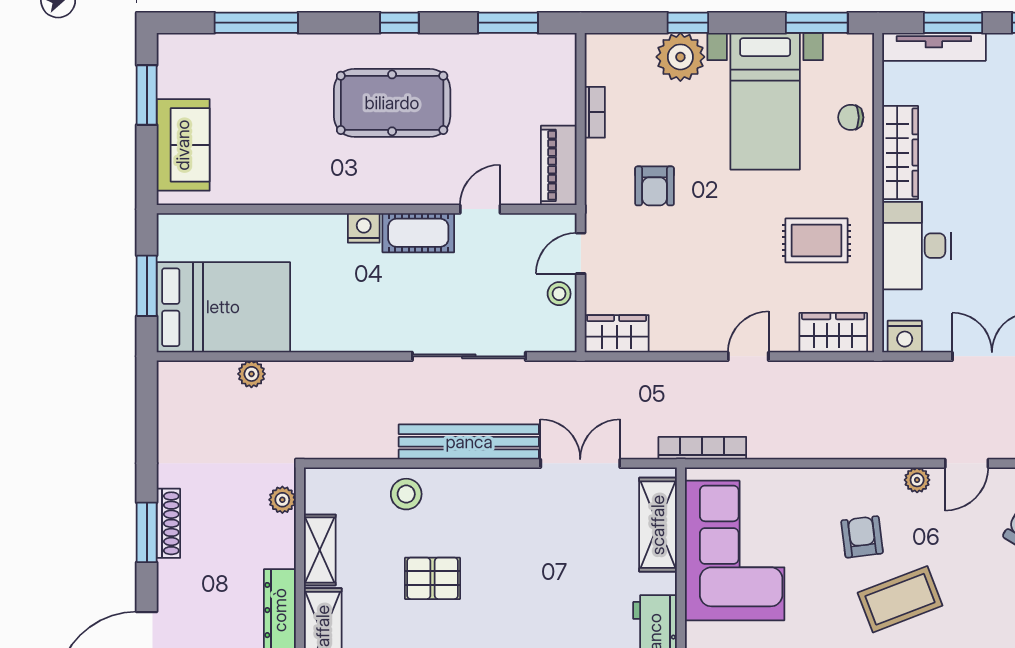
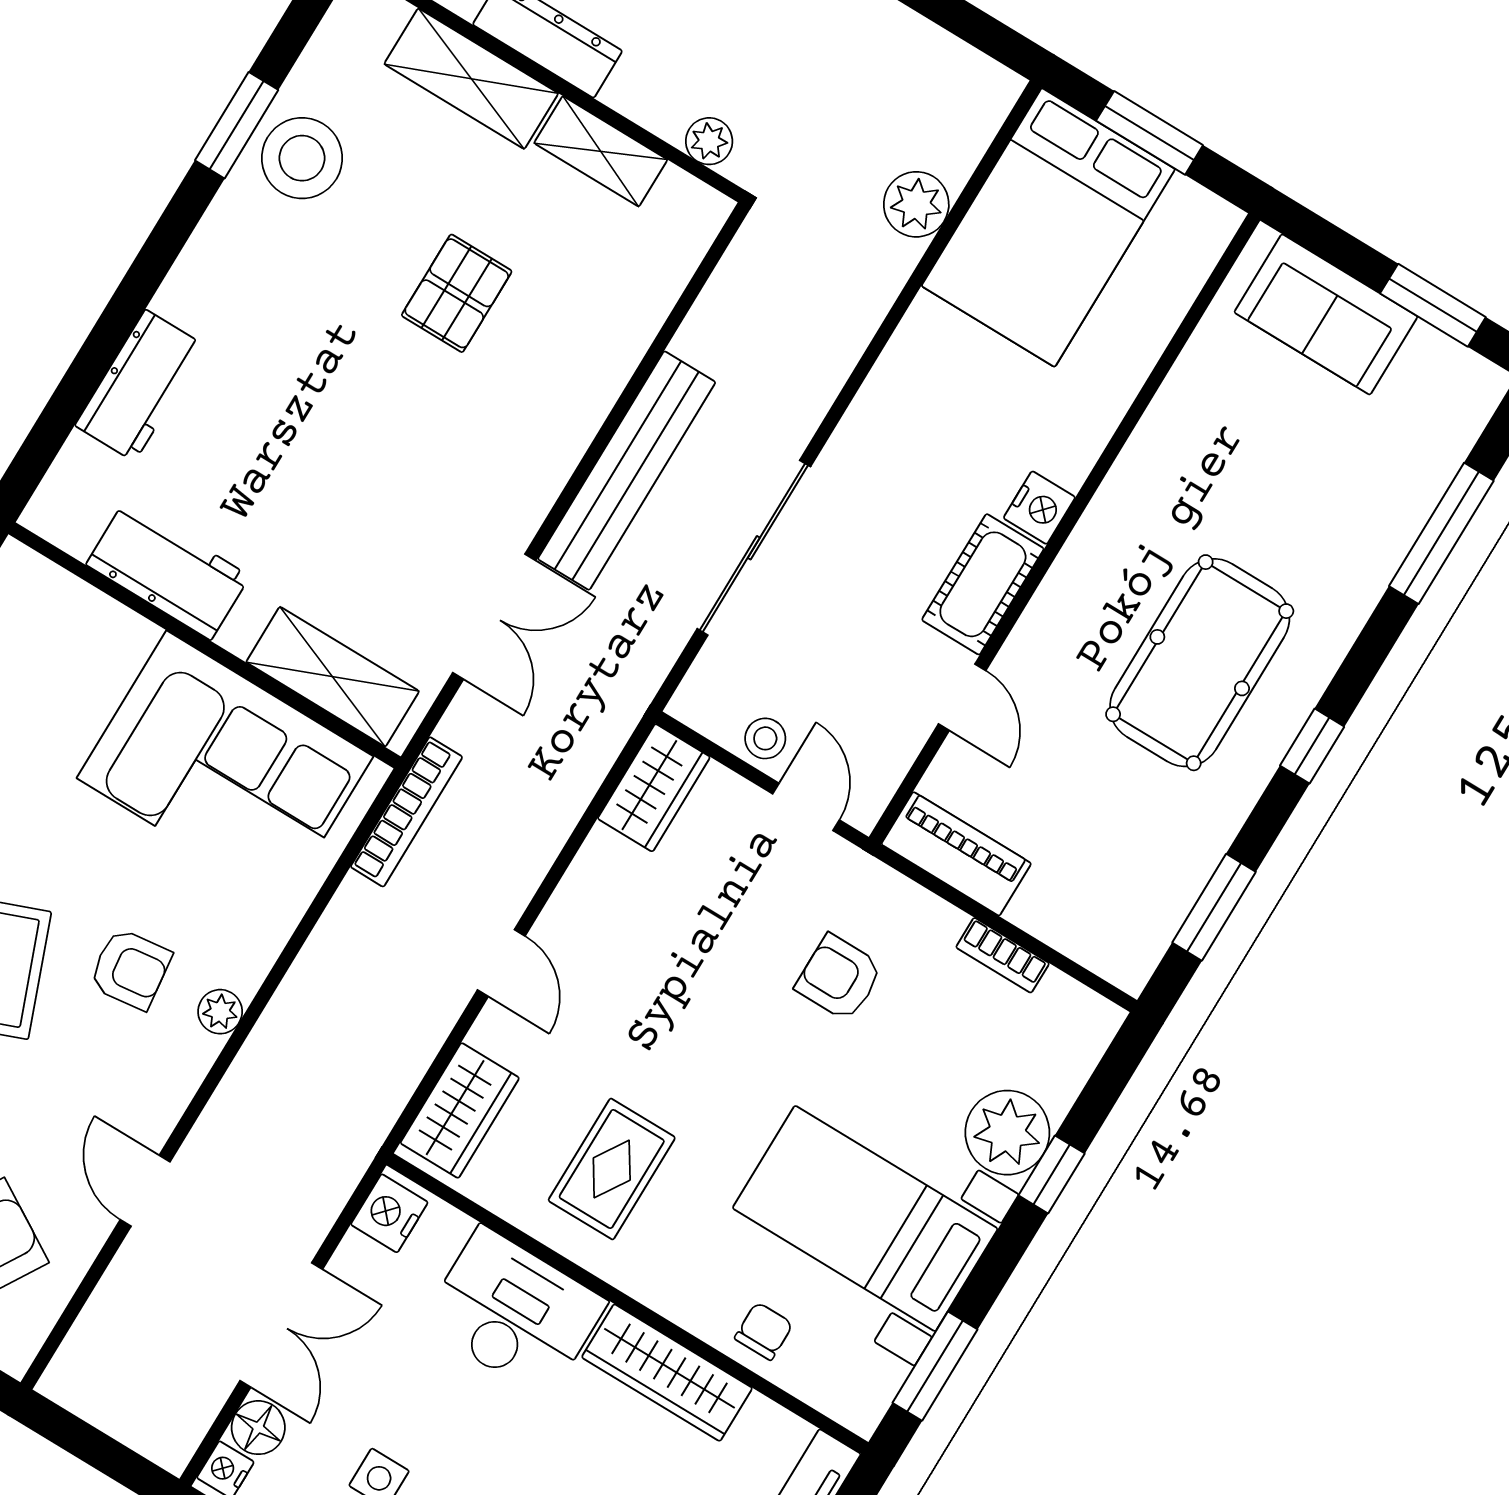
plant: (251, 374) -> (916, 204), width x1.38, depth x1.38
plant: (917, 480) -> (220, 1012), moved
stool: (406, 494) -> (606, 330), removed

